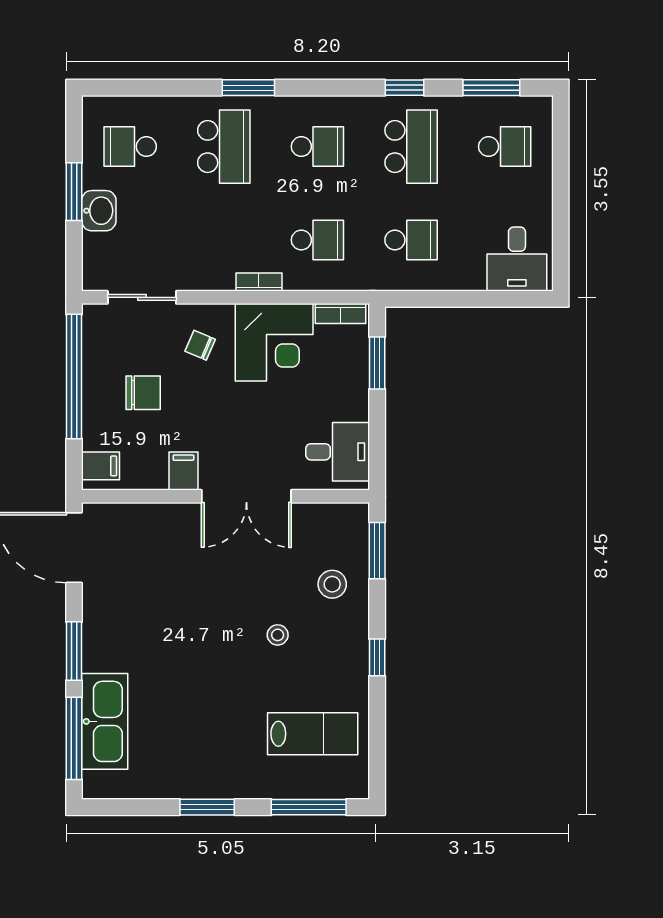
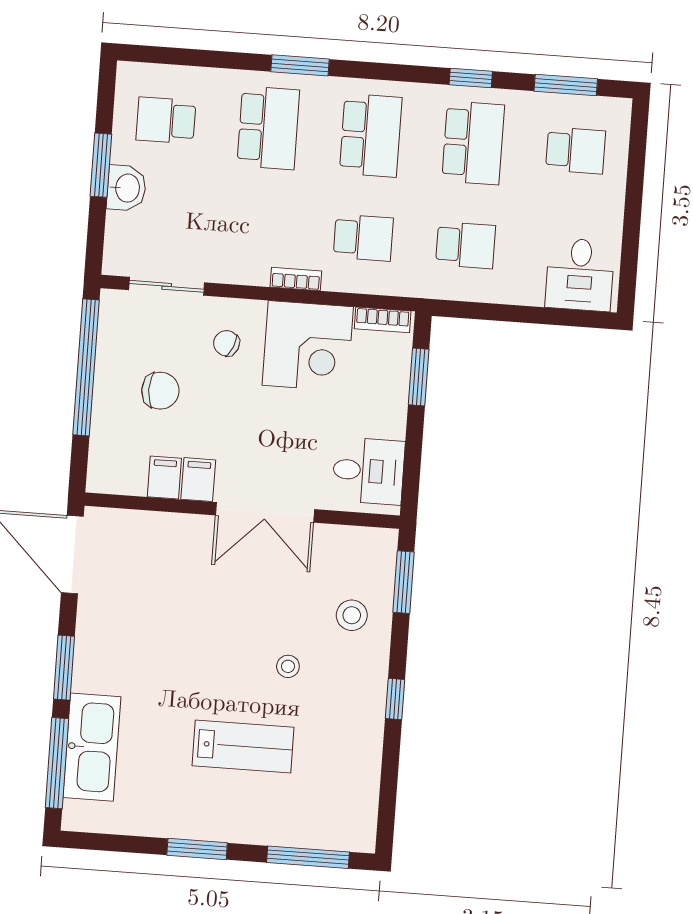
school desk: (317, 147) -> (371, 135), width x1.85
filing cabinet: (100, 466) -> (164, 478), moved, turned -90
lab bench: (313, 734) -> (243, 747), moved

